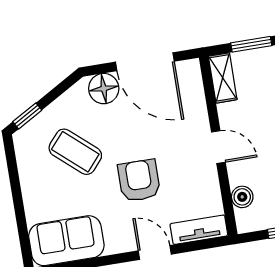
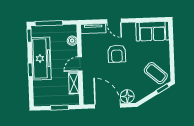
shelving: (223, 78) -> (74, 83), moved
door: (218, 147) -> (80, 64), hinge flipped
coffee table: (75, 152) -> (156, 73), moved

